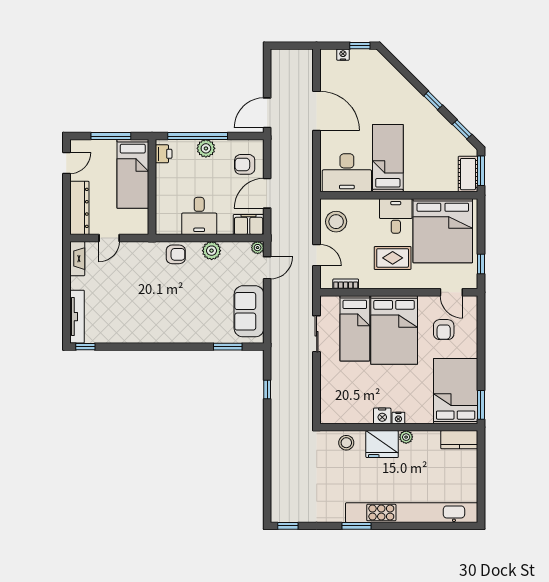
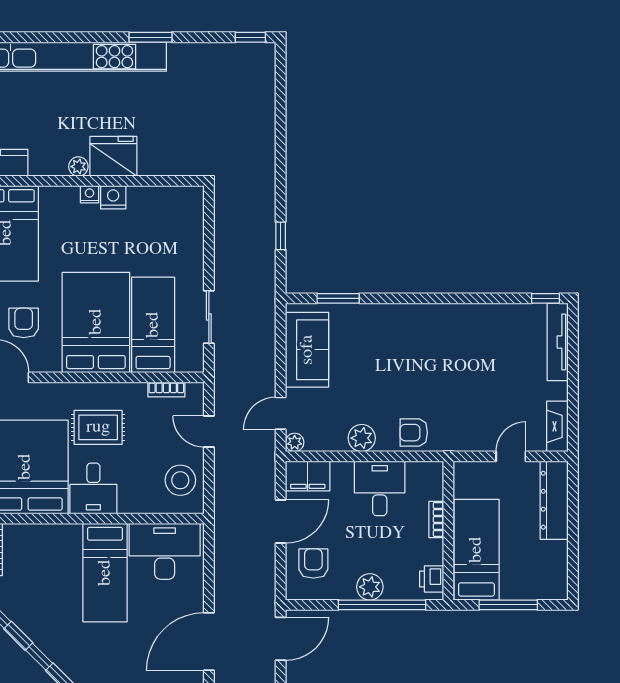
door: (317, 111) -> (209, 641), hinge flipped
door: (66, 163) -> (573, 566), removed
armchair: (245, 164) -> (313, 564), turned -90
bookcase: (160, 195) -> (436, 519), added
stool: (346, 443) -> (165, 158), removed

